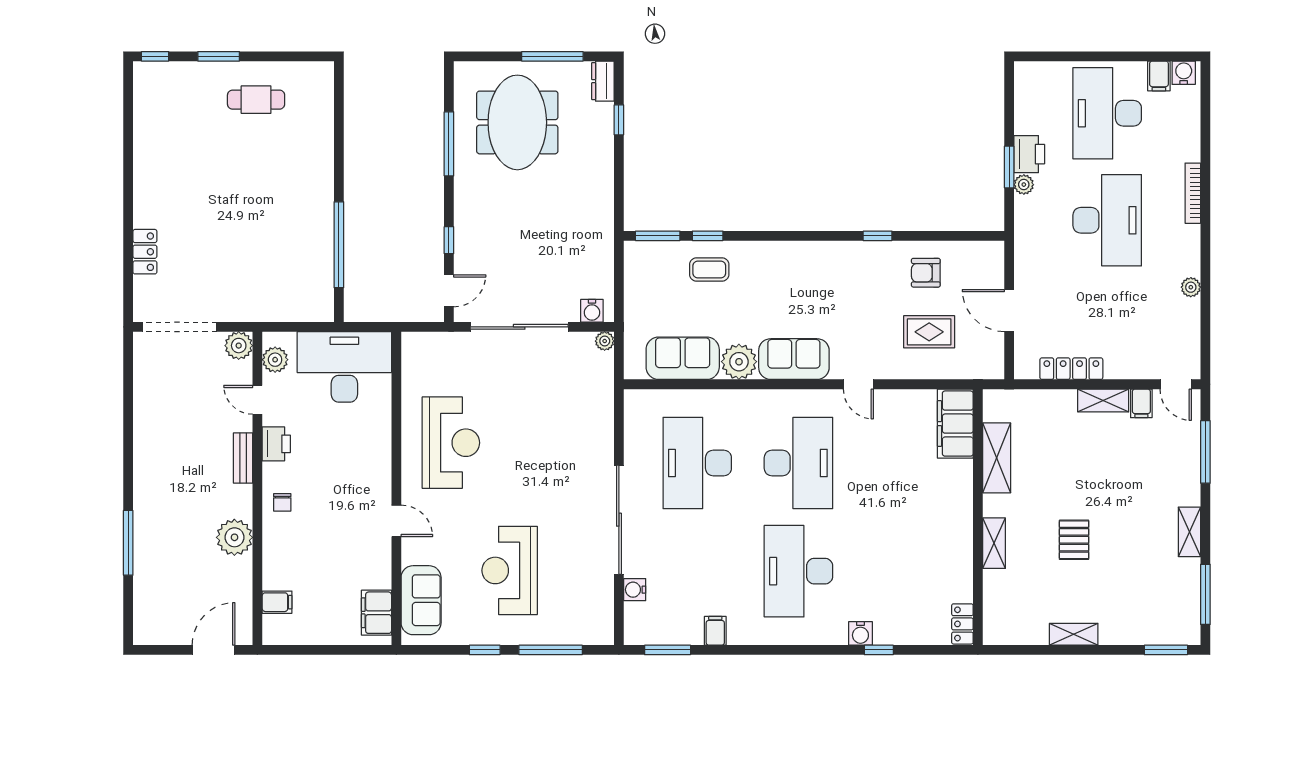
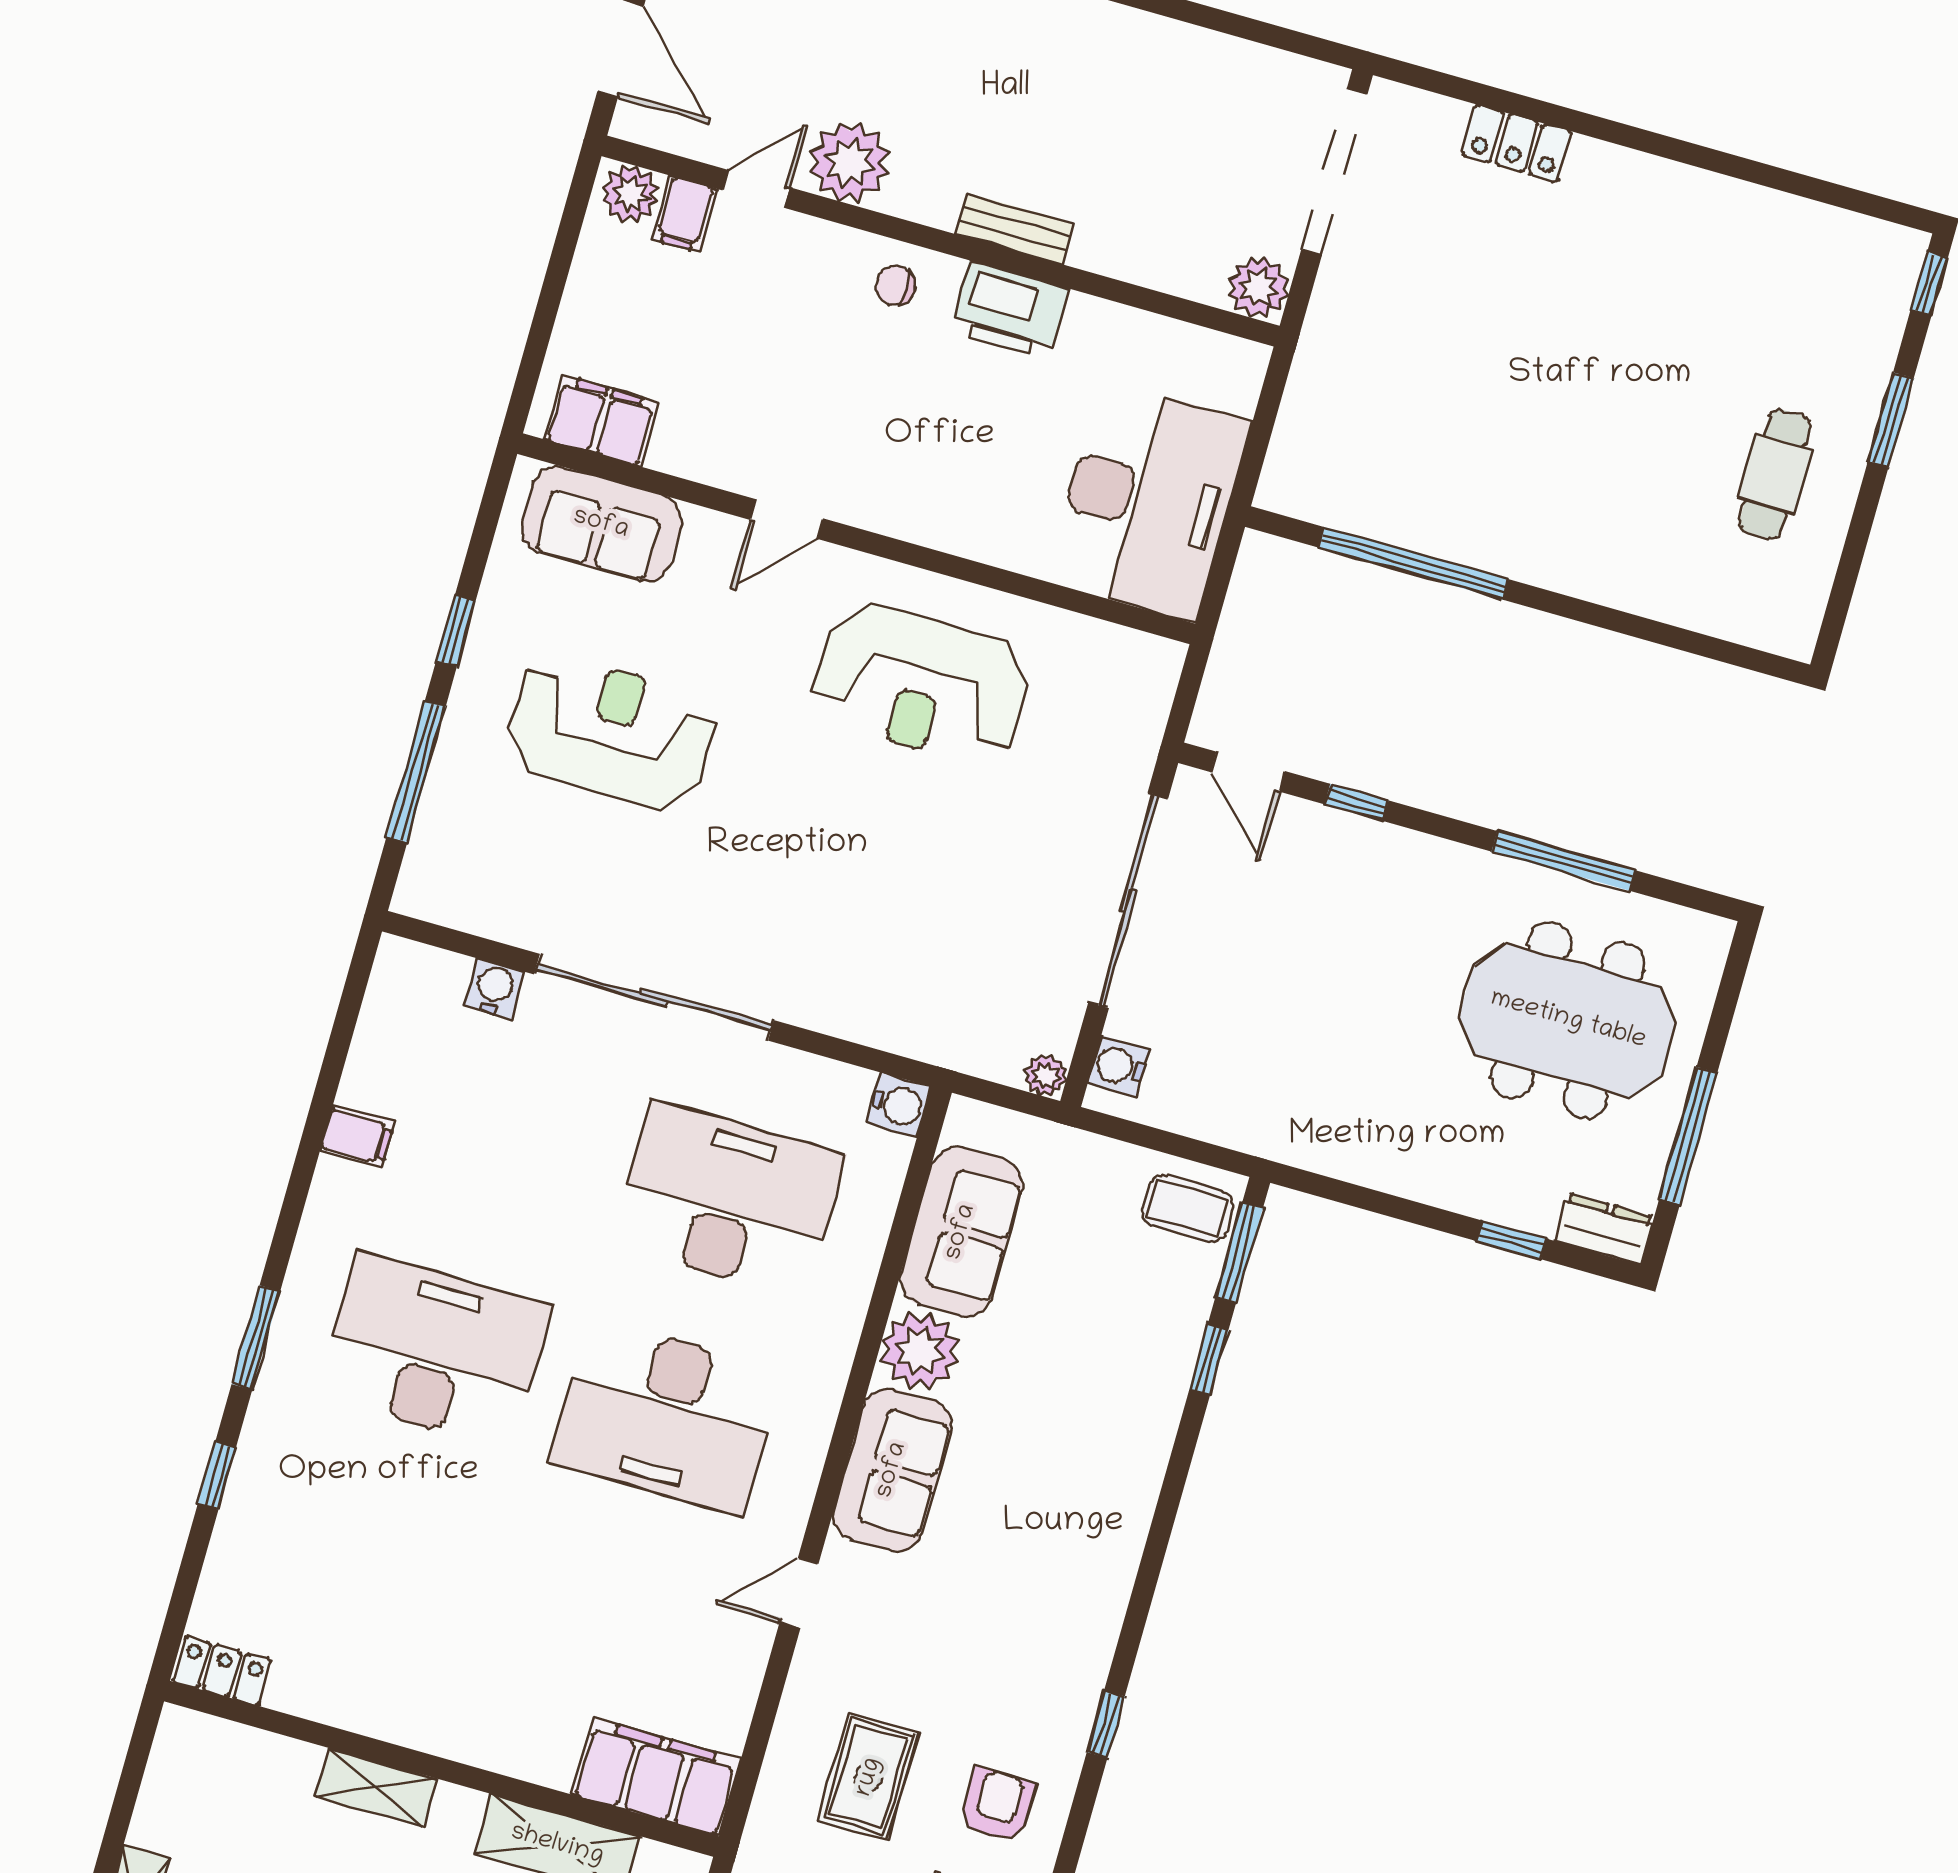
coffee table: (709, 270) -> (1188, 1208), moved, turned 90
plant: (275, 360) -> (630, 194), moved
door: (257, 400) -> (756, 189), moved
printer: (276, 444) -> (1009, 310), width x1.37, depth x1.19
water cooler: (860, 633) -> (899, 1105), moved, turned 180
window: (668, 650) -> (256, 1338), moved

